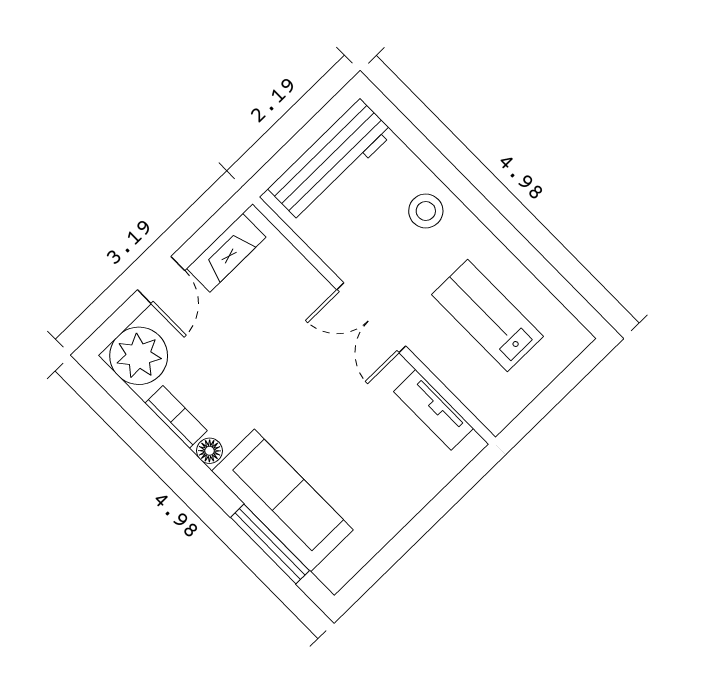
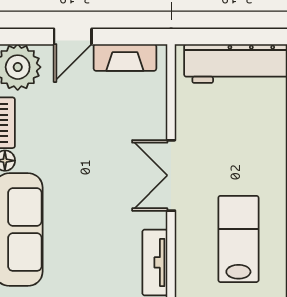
stool: (426, 211) -> (262, 145), removed

